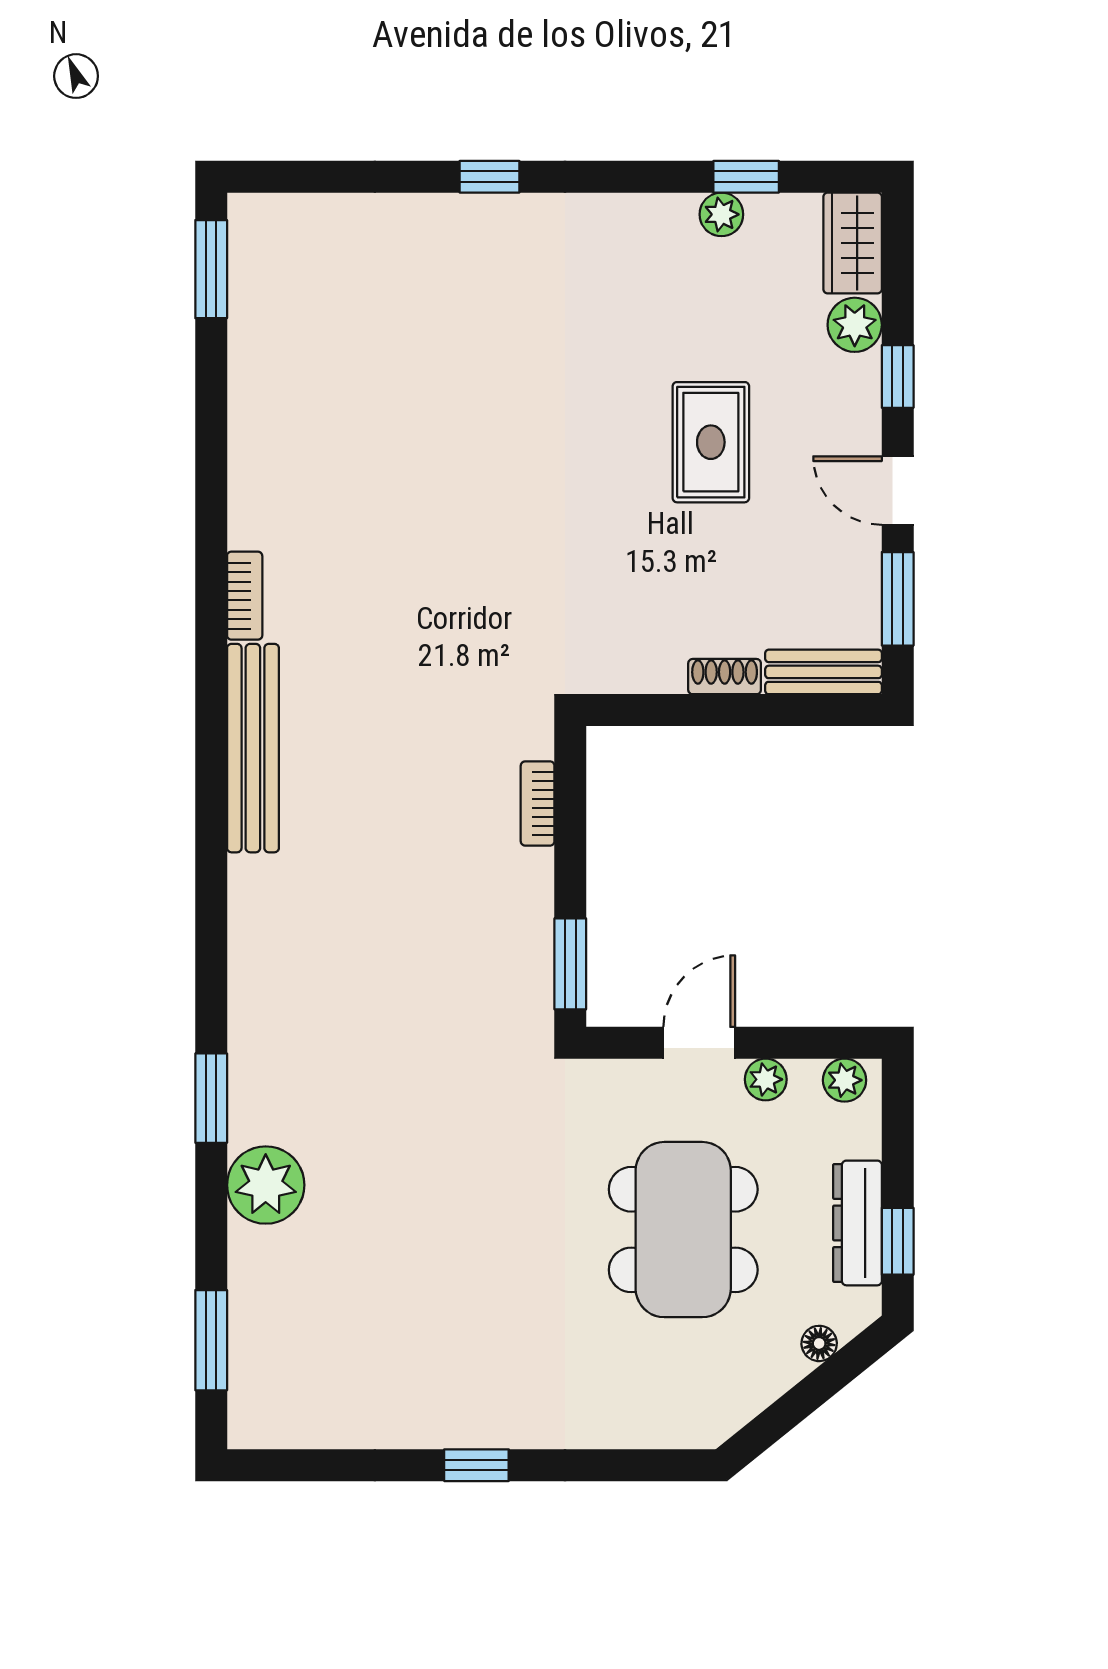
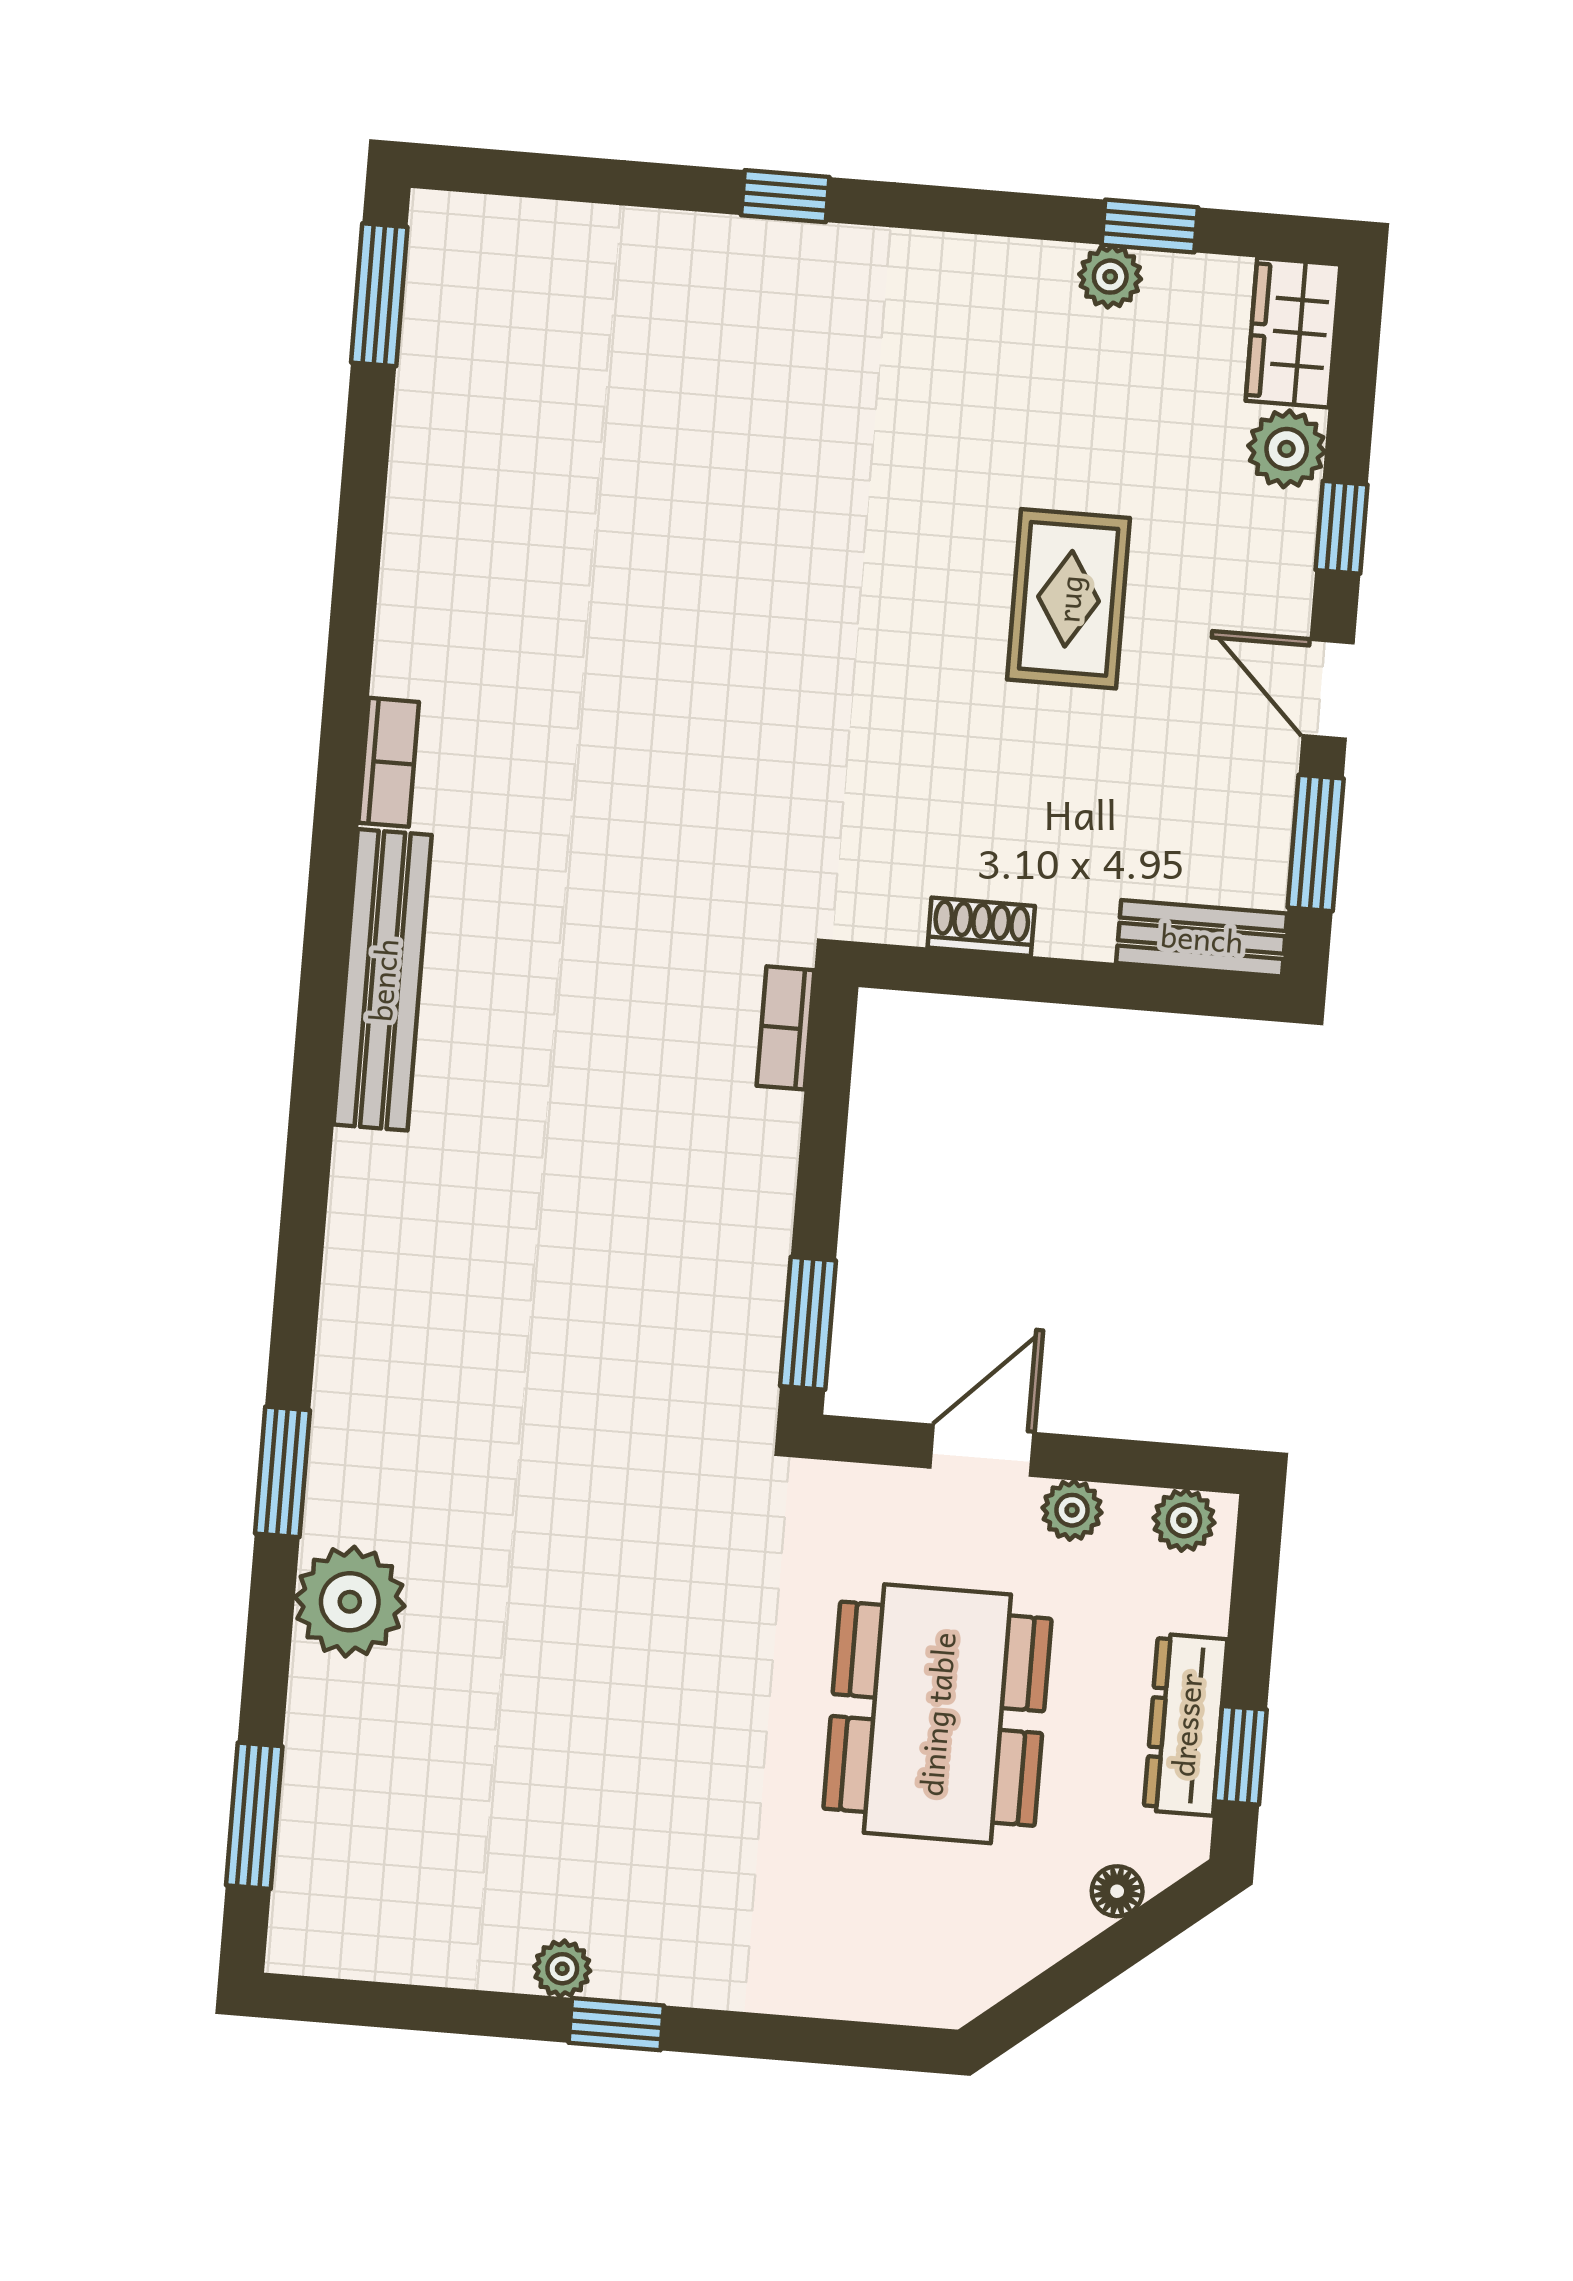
shoe rack: (725, 677) -> (981, 927), moved
bookcase: (538, 803) -> (786, 1028), moved
plant: (435, 1430) -> (562, 1969), added

